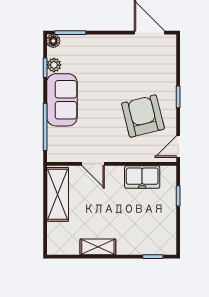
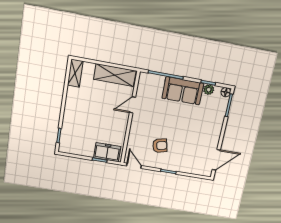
armchair: (143, 116) -> (160, 146), width x0.53, depth x0.53
freezer: (142, 177) -> (107, 152), moved, turned 90
shelving: (98, 247) -> (75, 73), moved

